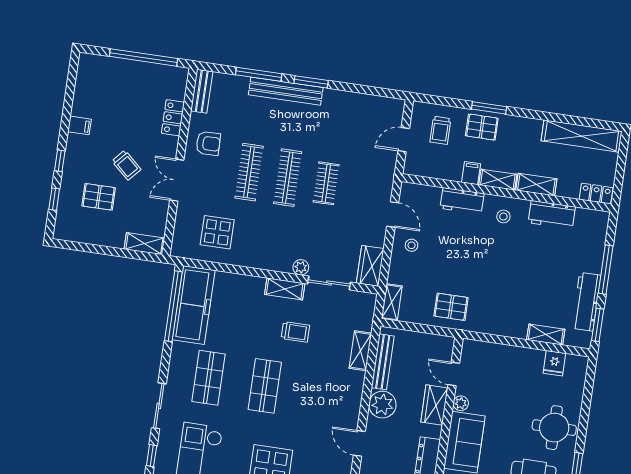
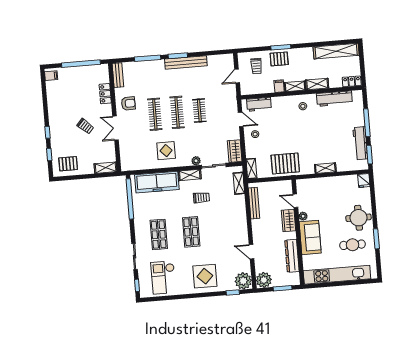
bench: (286, 91) -> (186, 62), moved
filing cabinet: (80, 125) -> (51, 76), moved
pallet: (99, 197) -> (68, 164), moved
workbench: (462, 201) -> (259, 104), moved
workbench: (552, 215) -> (334, 99), width x1.37
display table: (217, 232) -> (166, 151), moved
freezer: (194, 305) -> (157, 182), moved, turned 90
pallet: (451, 307) -> (285, 163), width x1.50, depth x1.42
shelving: (546, 334) -> (325, 168), moved
shelving: (360, 351) -> (239, 183), moved
fridge: (554, 363) -> (364, 181), moved
plant: (382, 405) -> (259, 227), removed

